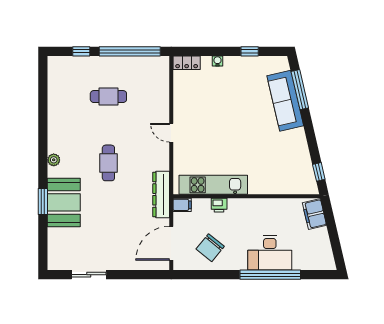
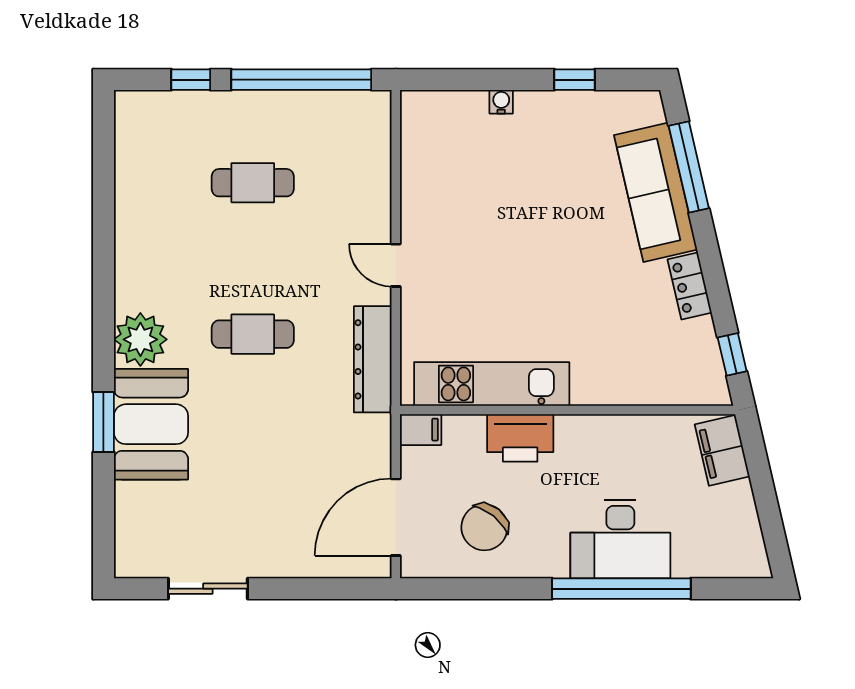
locker: (187, 63) -> (690, 286), moved, turned 77
plant: (54, 160) -> (140, 339), width x1.88, depth x1.88
cafe table: (108, 163) -> (253, 334), turned 90
dresser: (161, 194) -> (373, 359), moved
printer: (219, 205) -> (520, 438), width x1.87, depth x1.48

